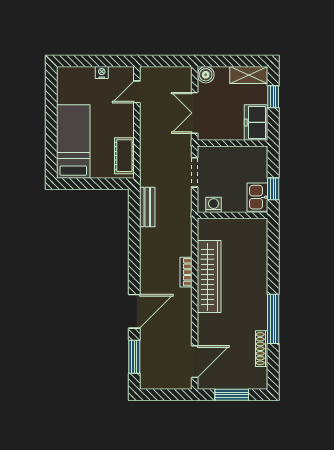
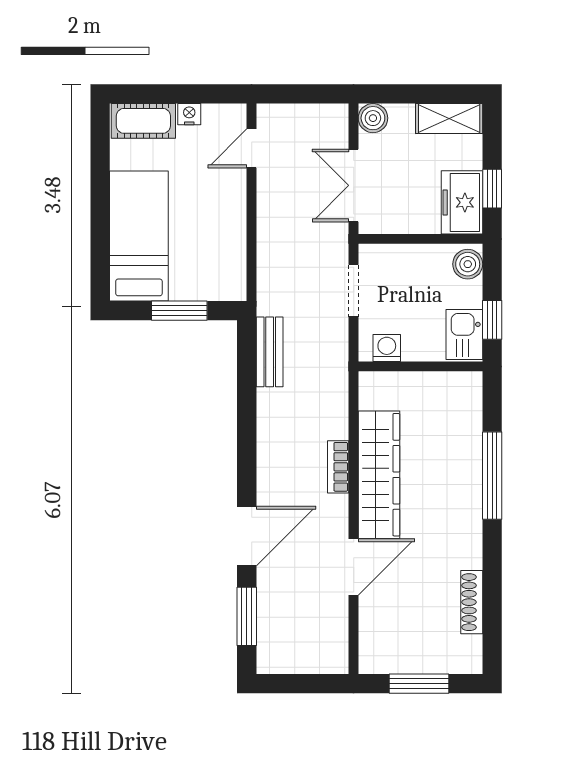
window: (273, 97) -> (492, 189), moved
cot: (124, 156) -> (143, 121), moved, turned 90
boiler: (259, 157) -> (468, 264), added
window: (96, 184) -> (179, 311), added
window: (273, 319) -> (492, 476), moved
door: (195, 362) -> (354, 567), moved

